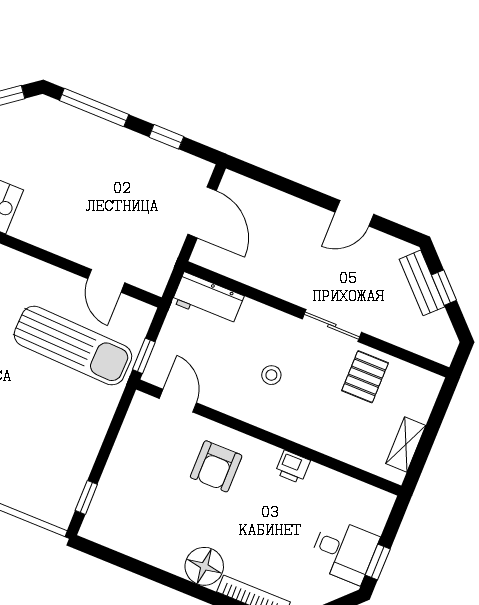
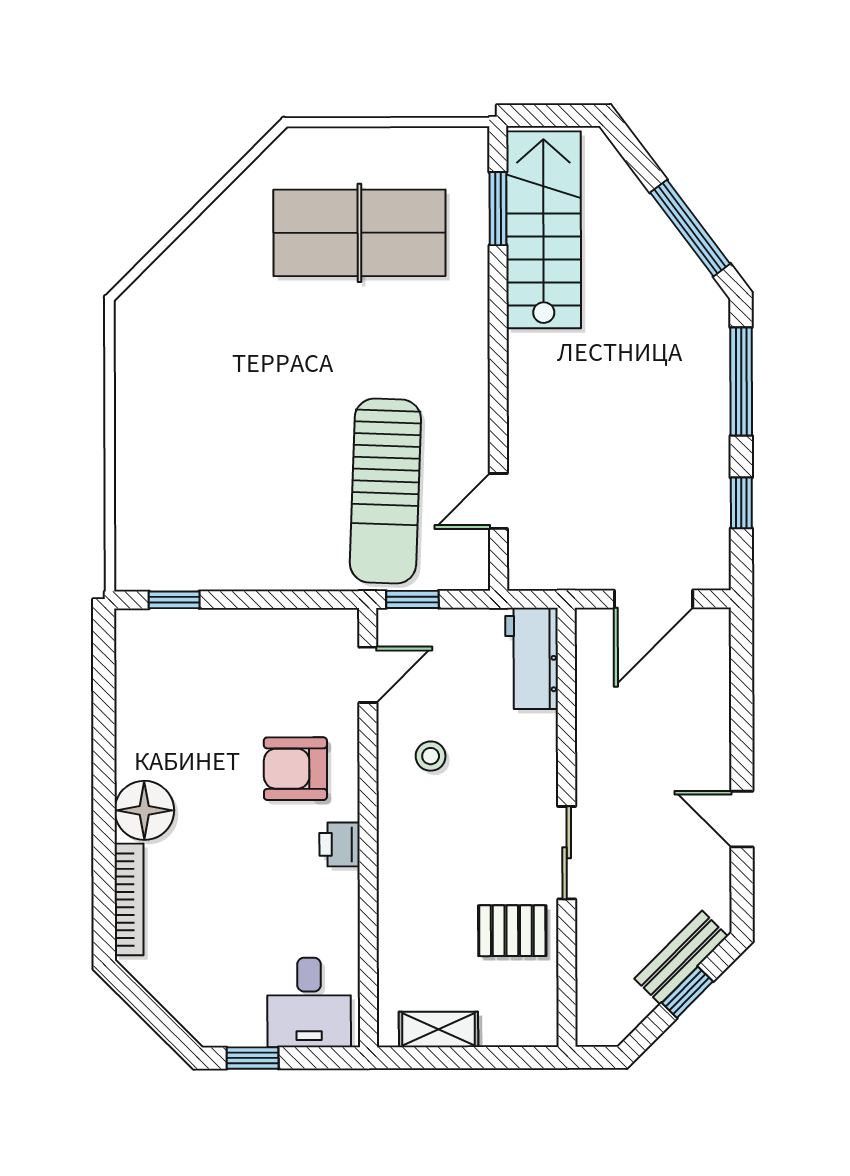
stool: (271, 375) -> (431, 756), moved
printer: (293, 467) -> (340, 844), moved
desk: (344, 551) -> (309, 1002), moved

